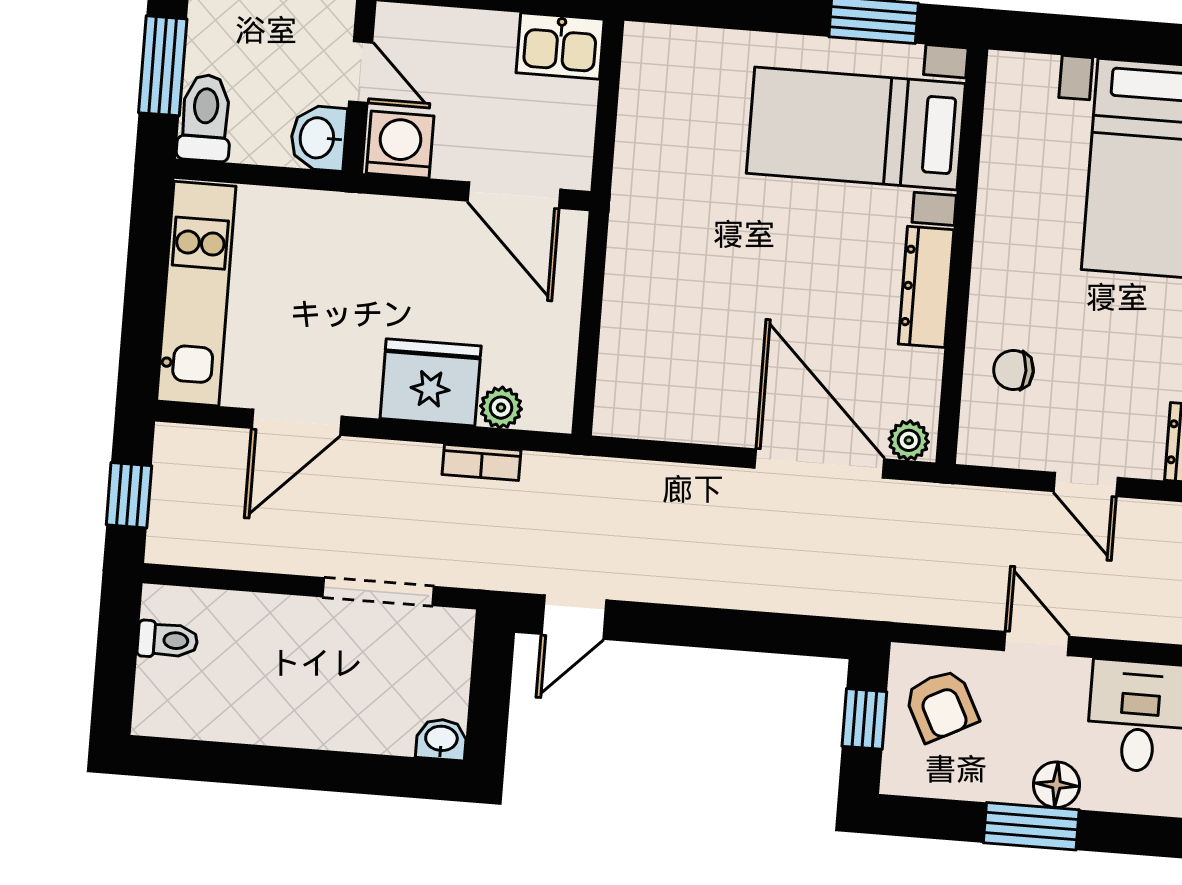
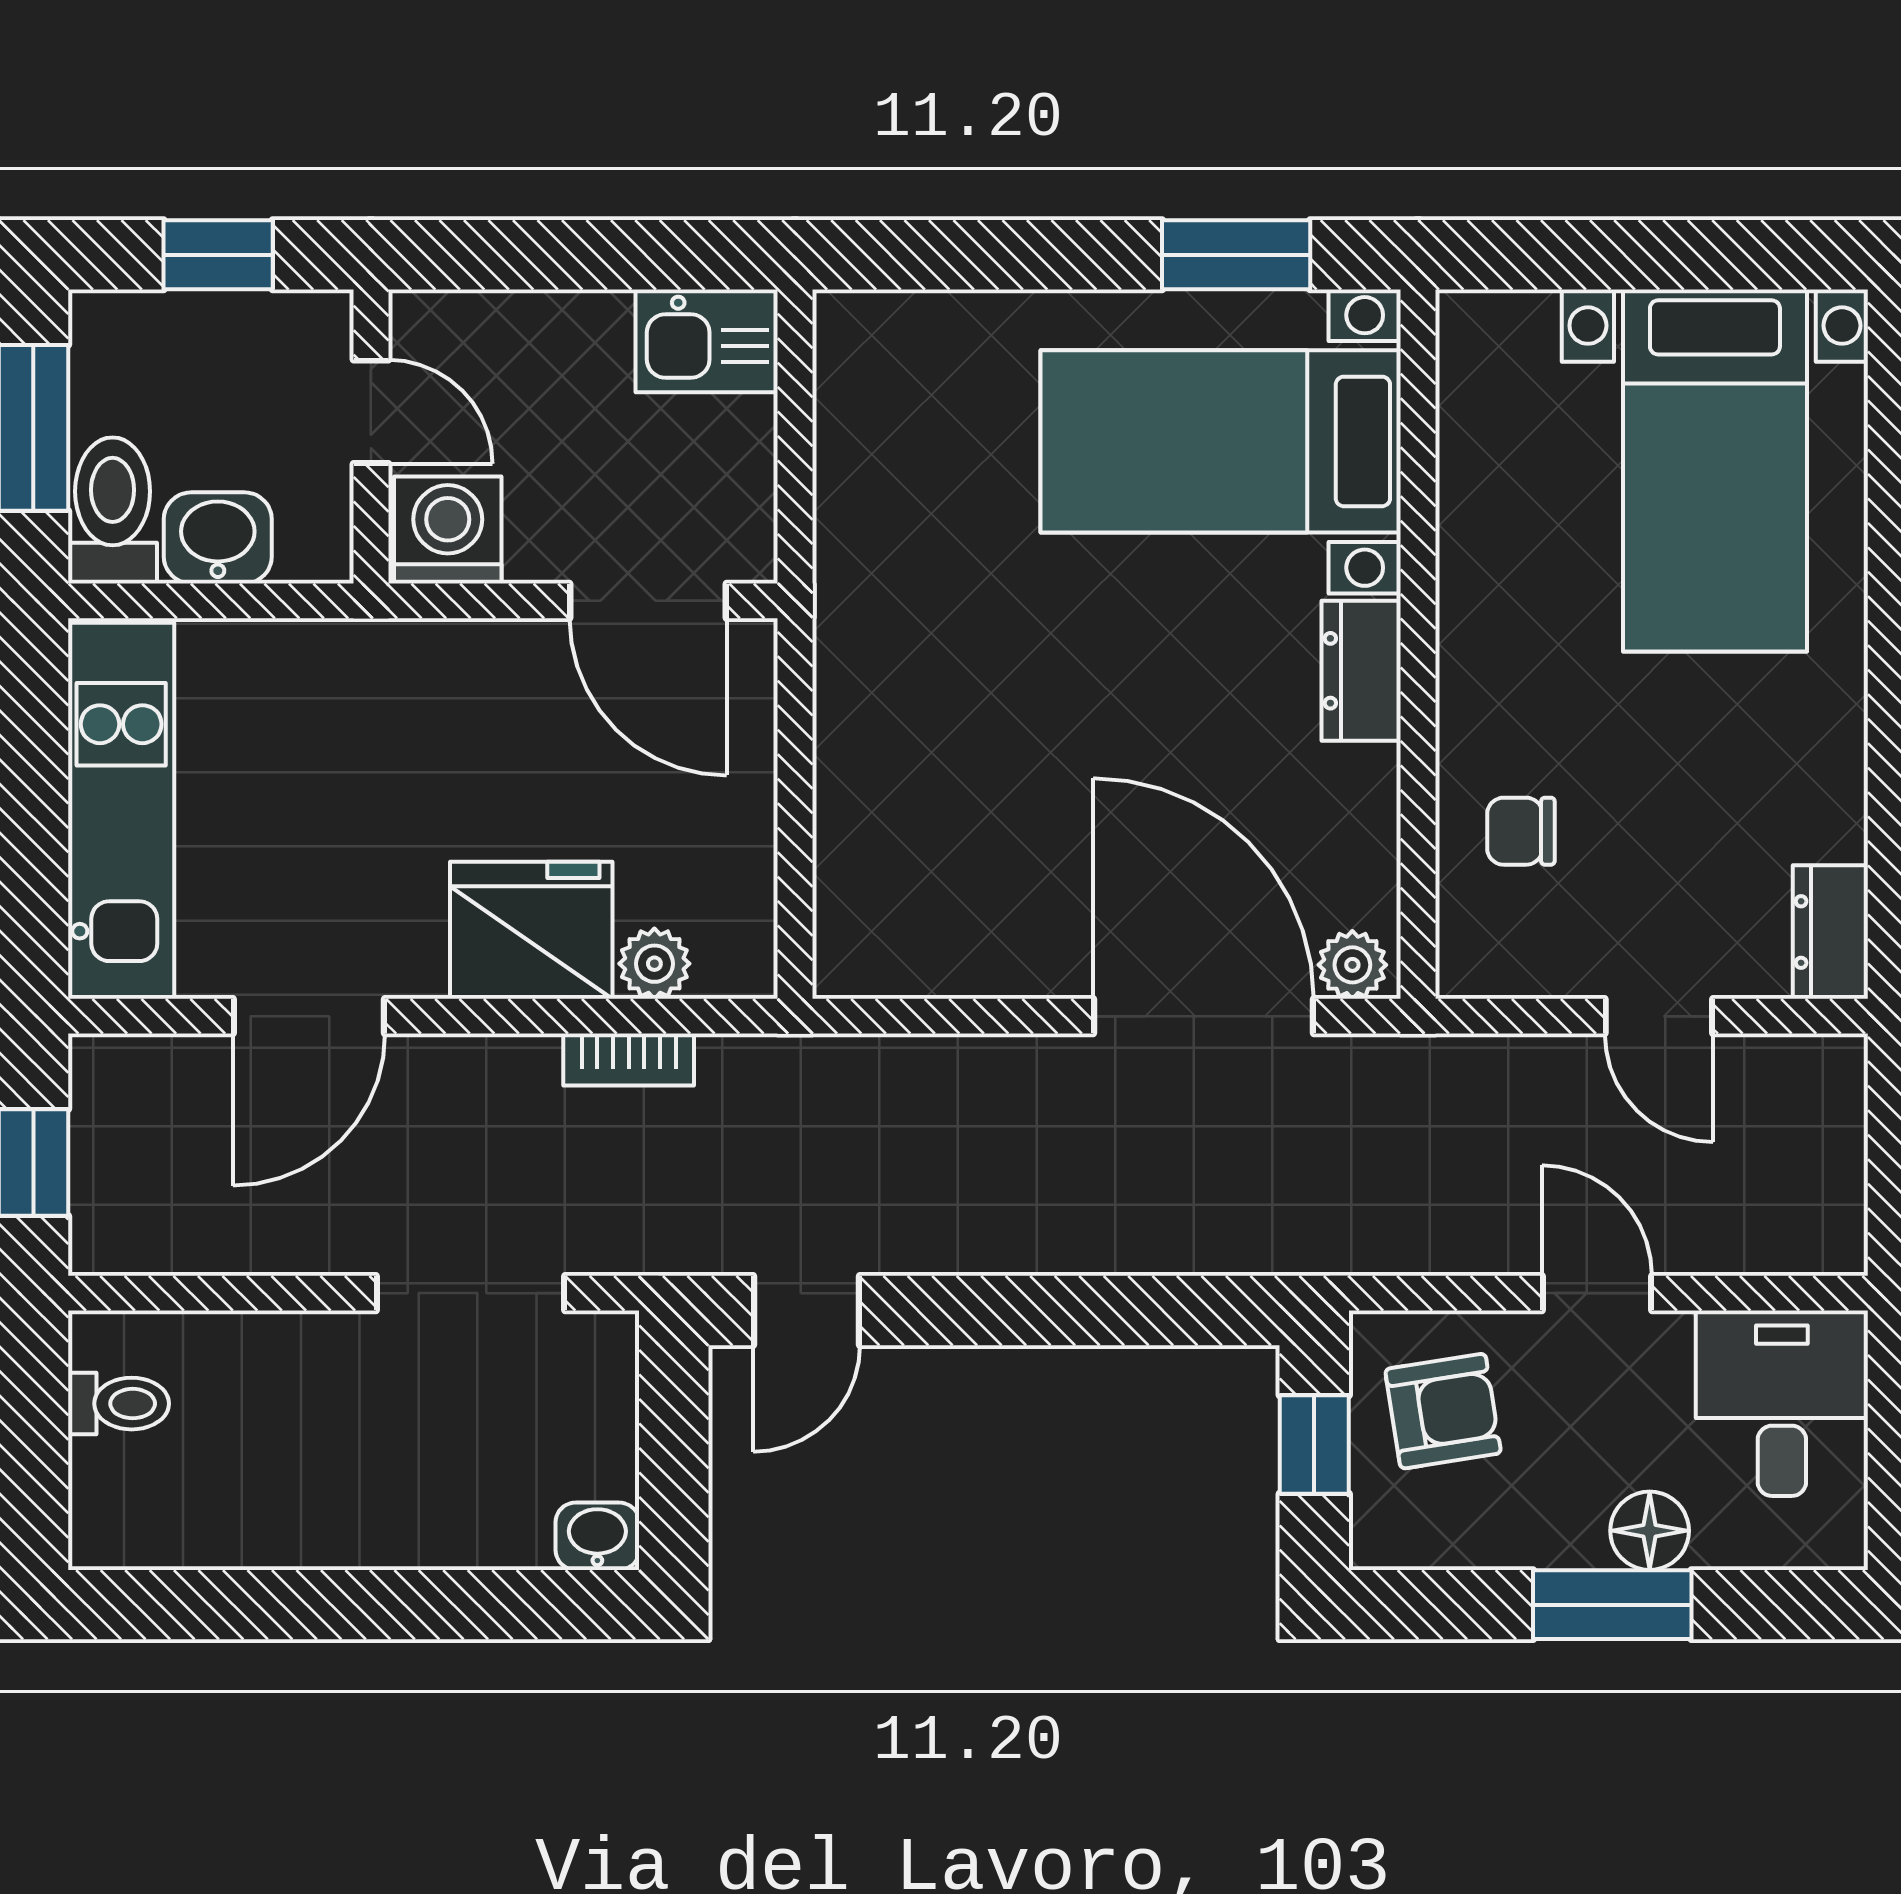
washbasin: (319, 138) -> (218, 538), moved, turned 90
dresser: (926, 287) -> (1361, 671), width x0.70
armchair: (941, 705) -> (1443, 1411), turned -72

